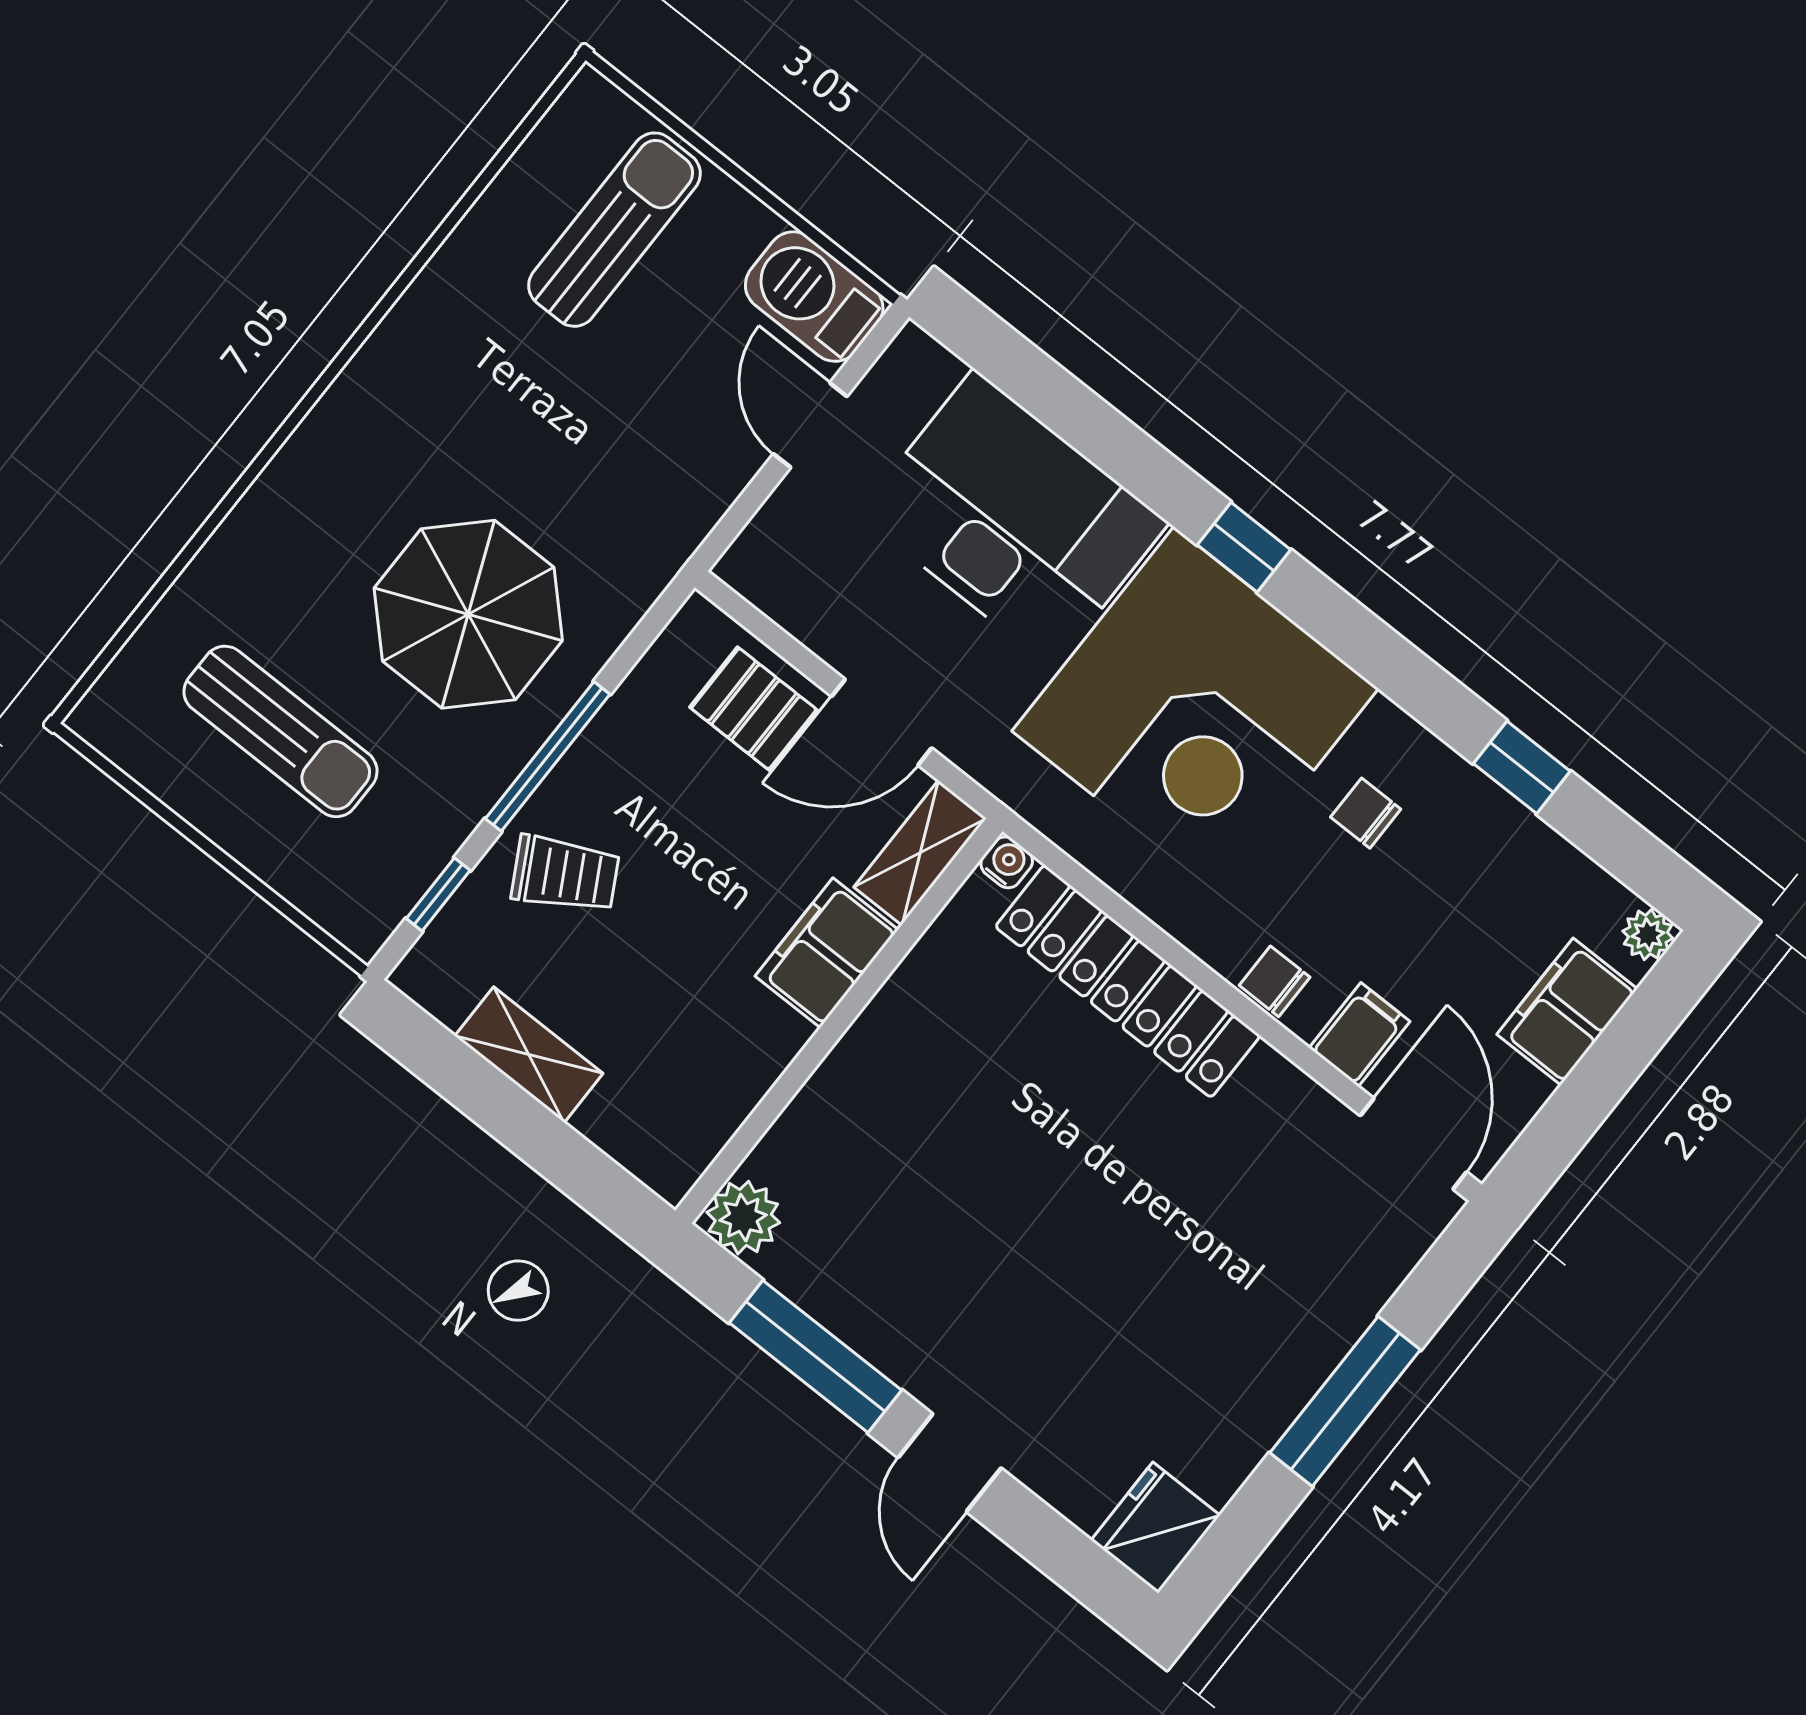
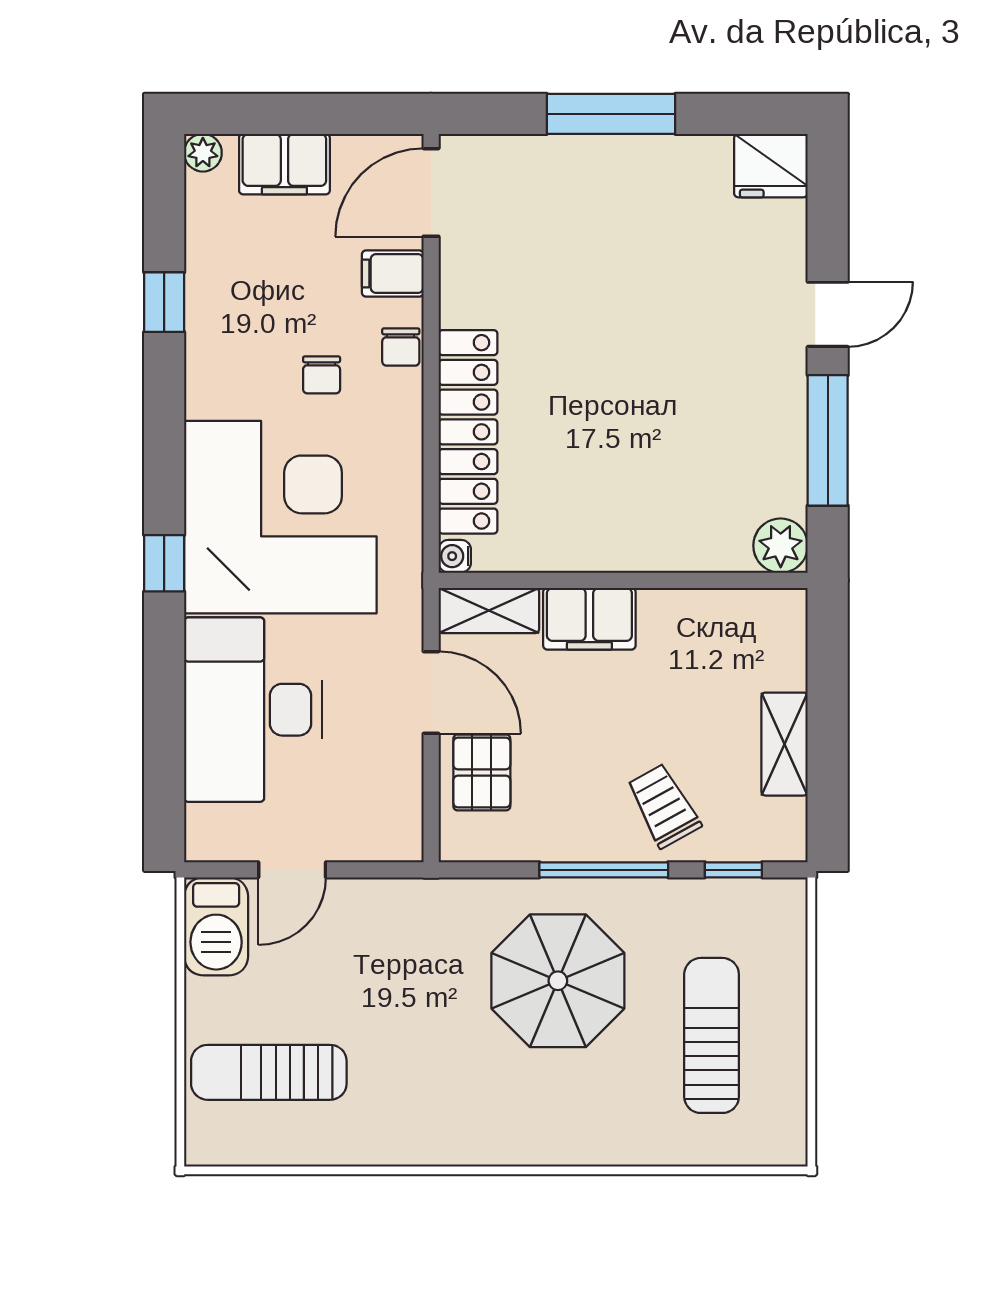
chair: (1366, 813) -> (322, 375), moved

